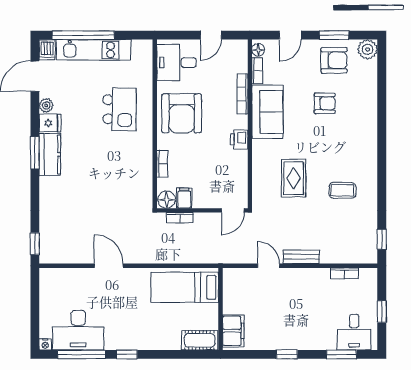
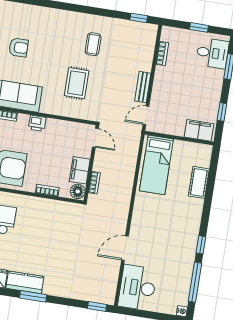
armchair: (325, 103) -> (19, 47), turned 90
window: (35, 153) -> (33, 296), moved
rug: (294, 178) -> (77, 83), turned 90
filing cabinet: (184, 198) -> (80, 170), width x2.00
bed: (185, 287) -> (156, 165), moved
wall: (220, 309) -> (179, 138), moved
desk: (78, 330) -> (137, 288), moved, turned 180
filing cabinet: (233, 331) -> (199, 130), moved

